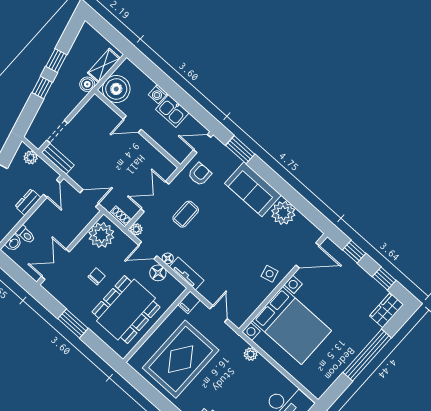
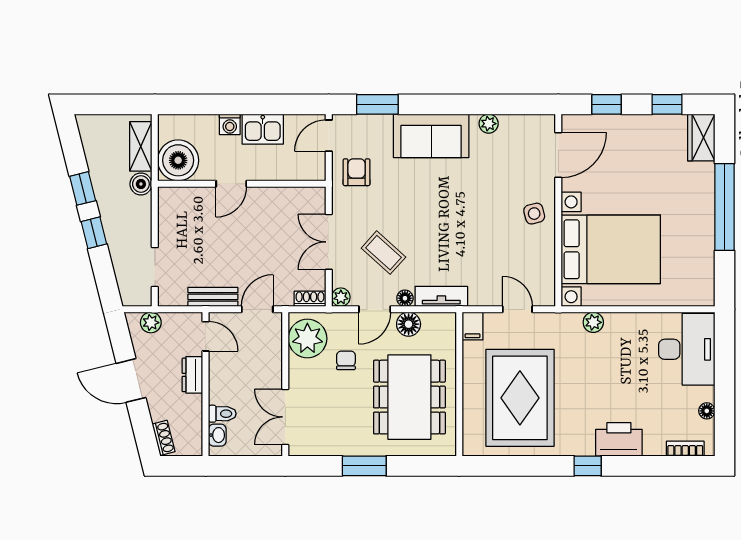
bench: (58, 159) -> (213, 297), moved
plant: (283, 213) -> (489, 124), width x0.53, depth x0.53
coffee table: (186, 214) -> (383, 253), moved, turned -48
chair: (97, 276) -> (346, 360), moved

